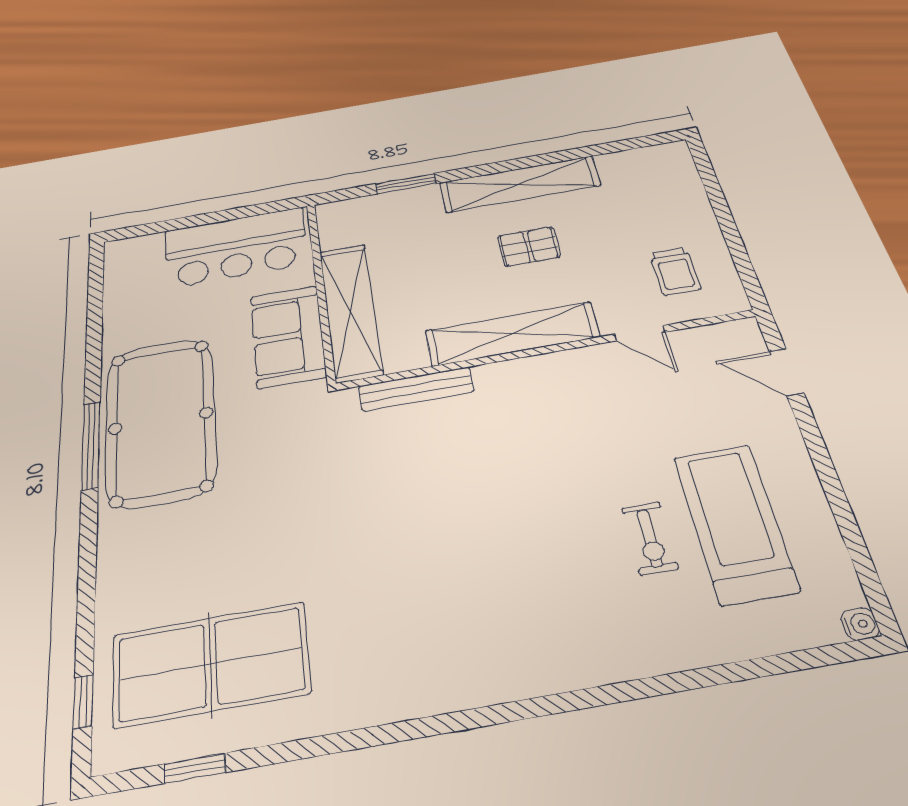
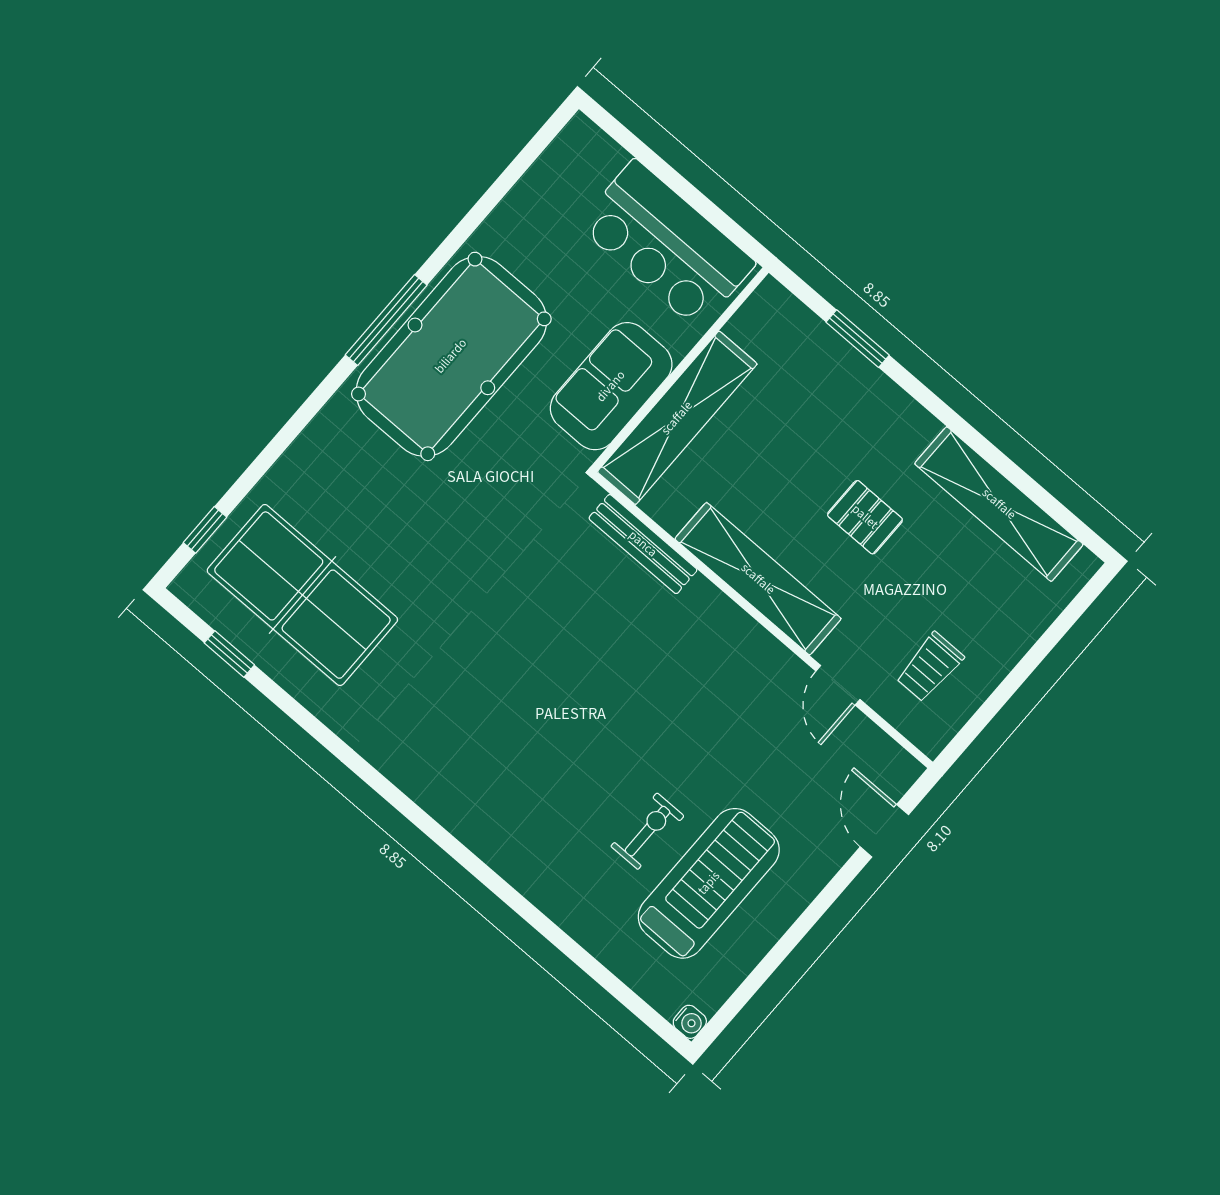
shelving: (520, 184) -> (999, 504), moved
exercise bike: (650, 538) -> (647, 831), turned 180

